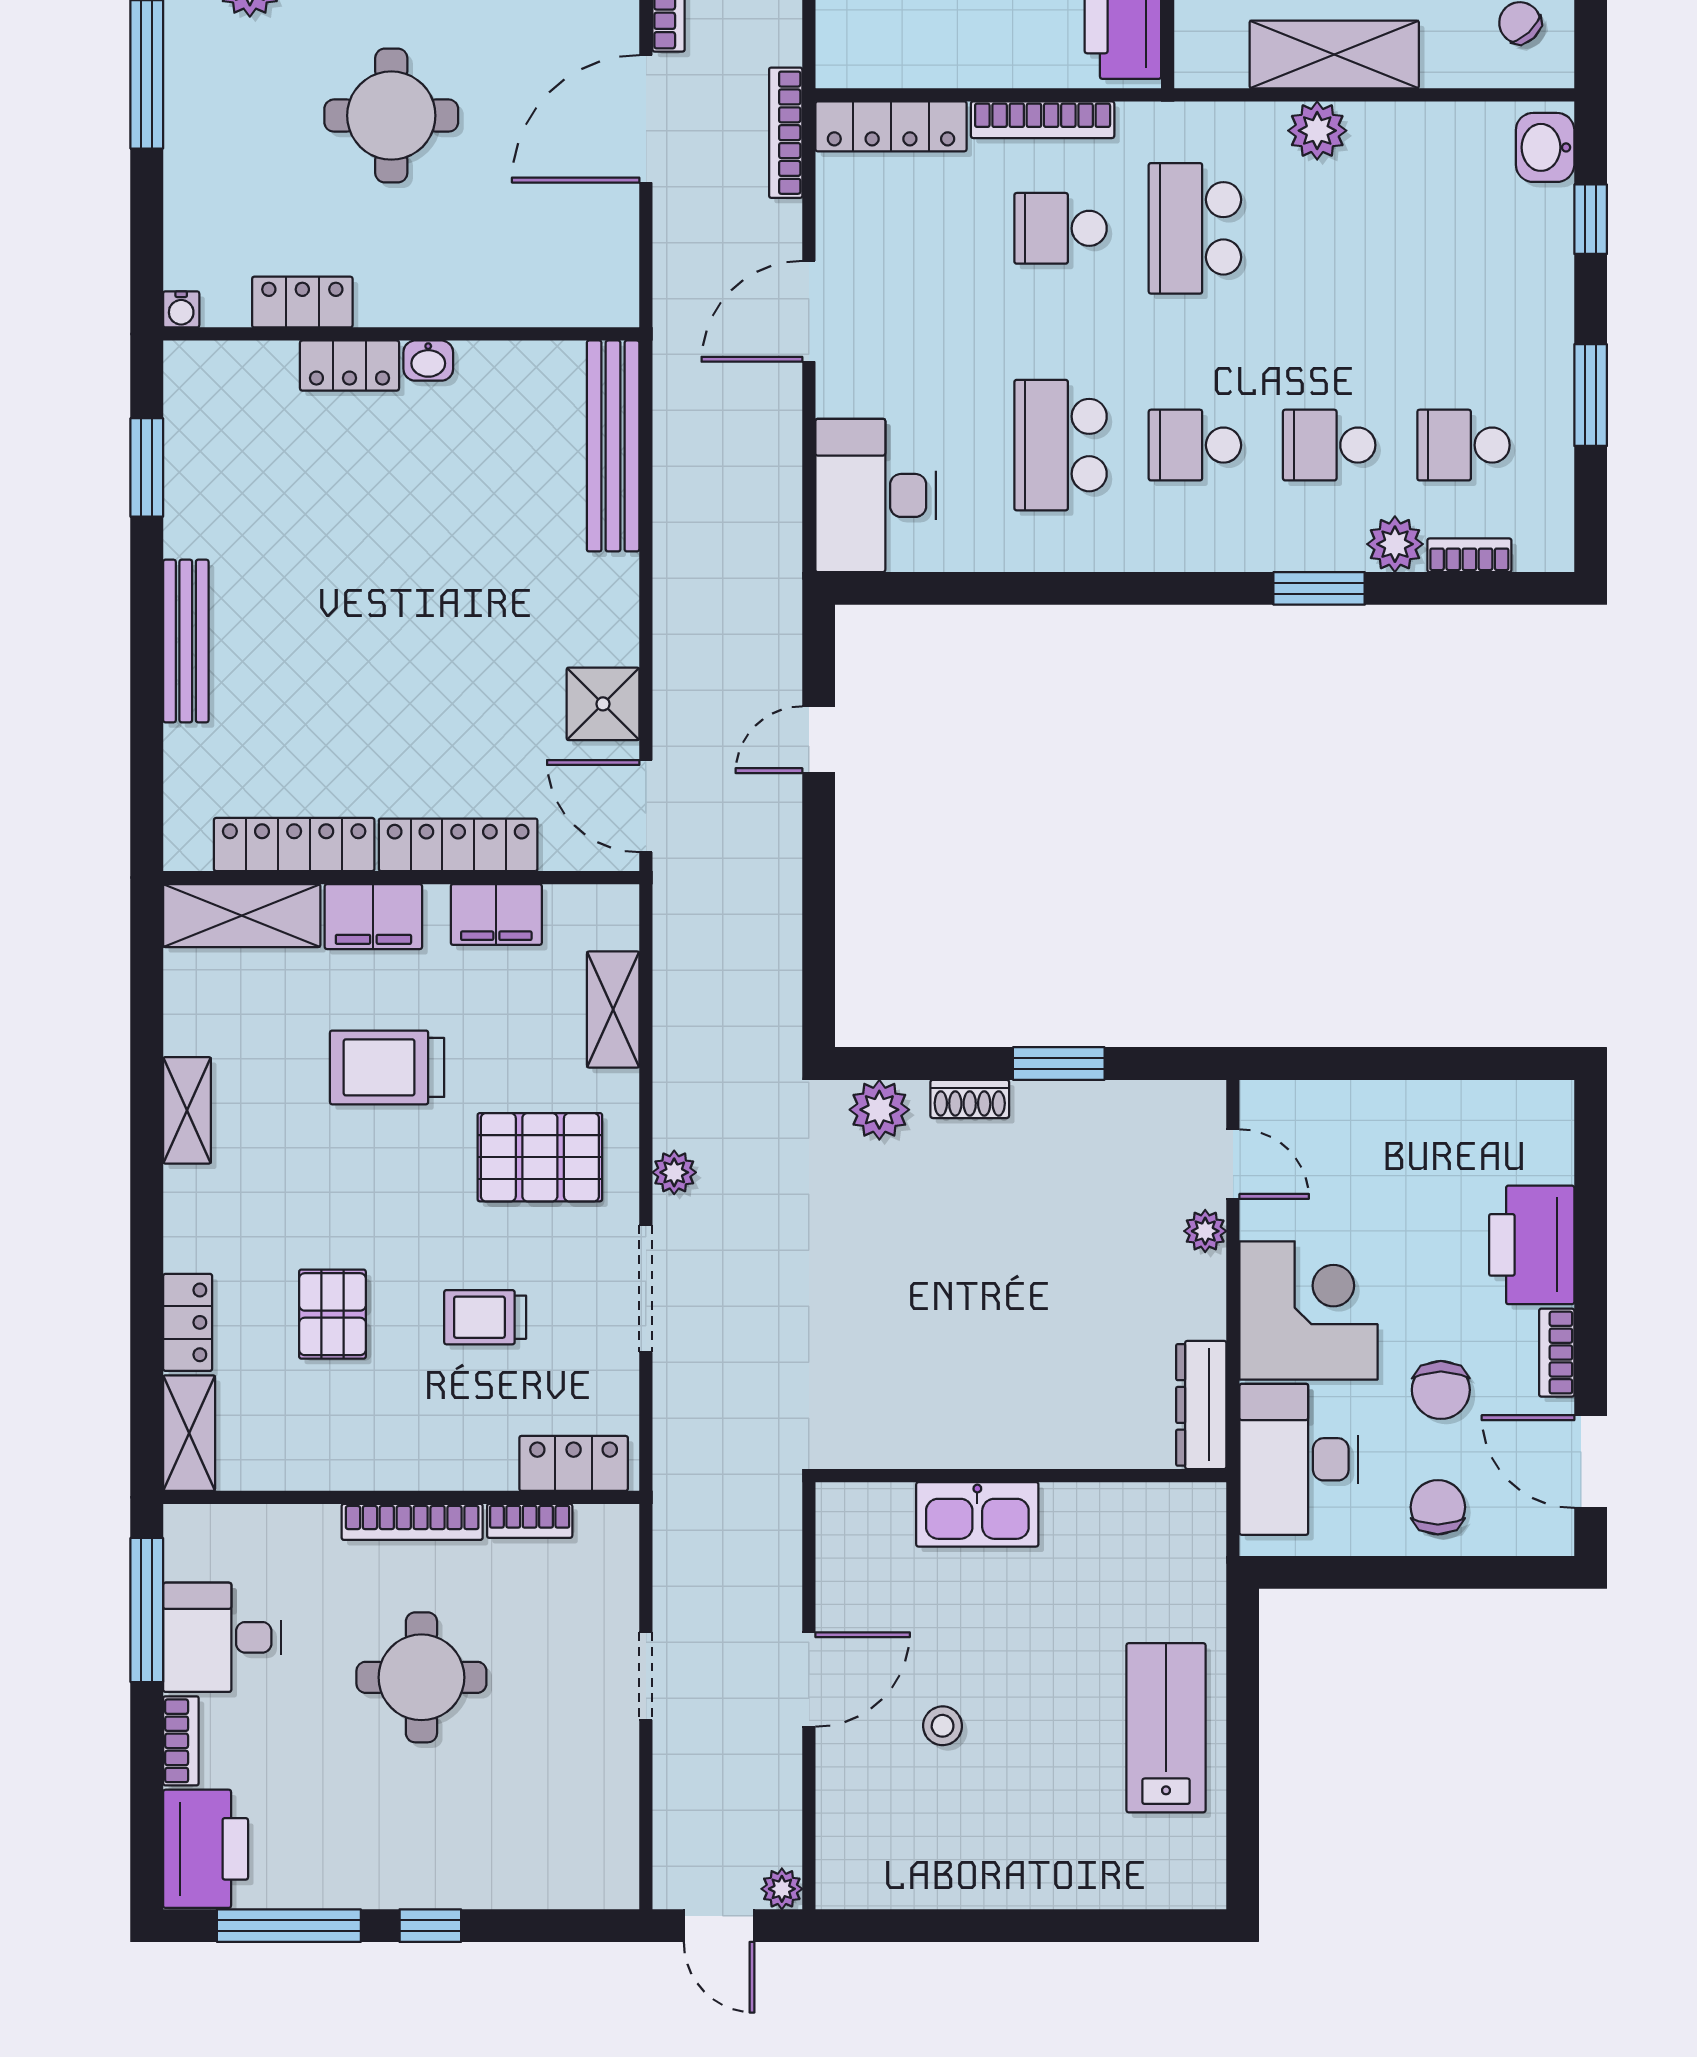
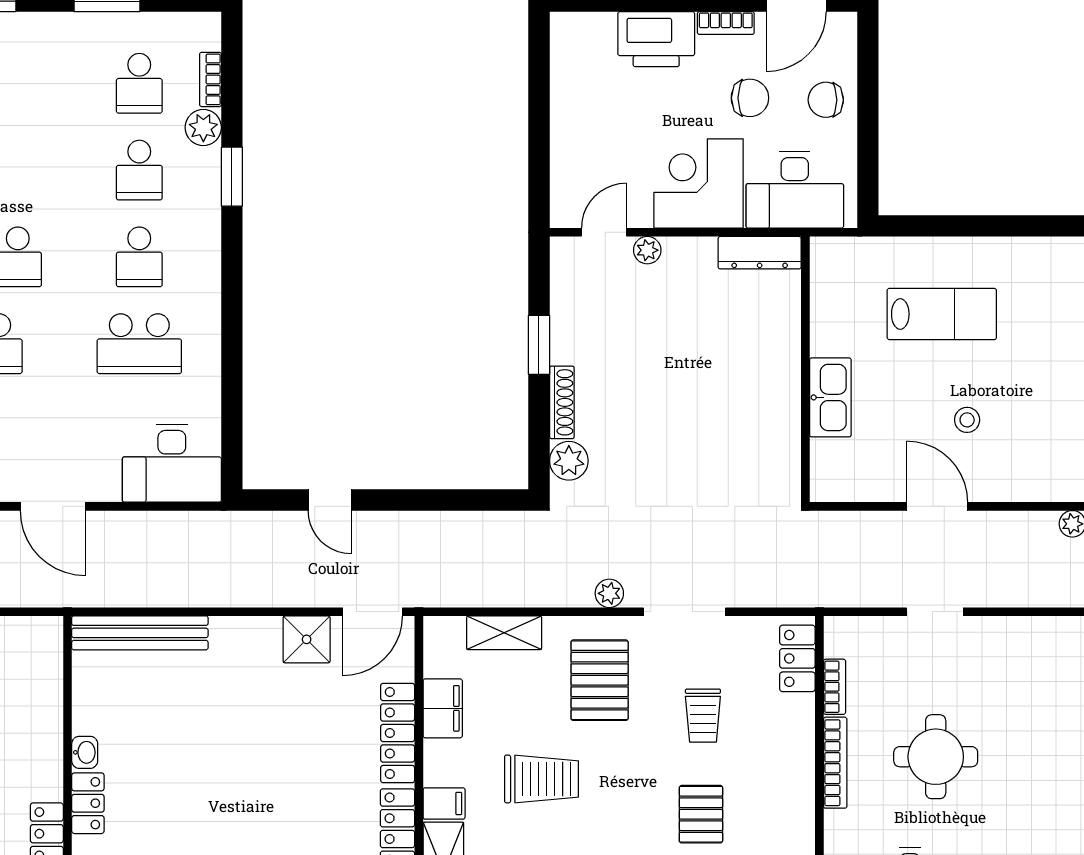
filing cabinet: (373, 917) -> (444, 803), width x0.50
trolley: (387, 1067) -> (541, 779), turned -90
shoe rack: (970, 1099) -> (562, 402), width x1.43
pallet: (332, 1314) -> (701, 814), turned 90
lab bench: (1166, 1728) -> (942, 314), moved, turned 180

